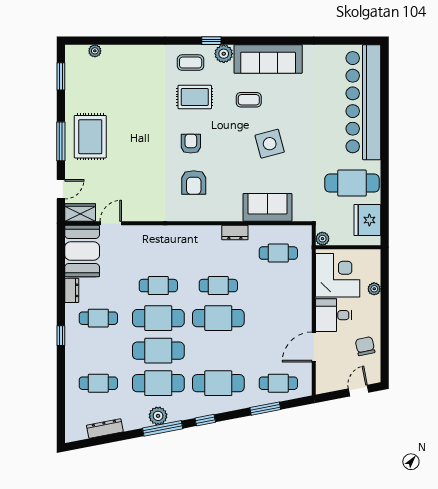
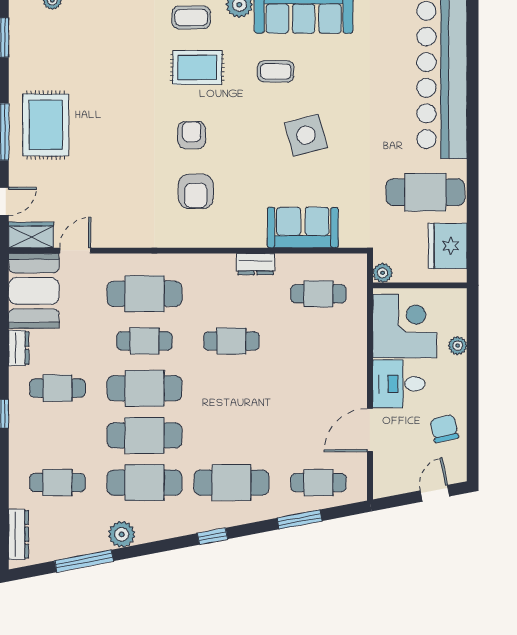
cafe table: (218, 318) -> (144, 294), moved
plant: (158, 416) -> (122, 534), moved
dresser: (105, 428) -> (19, 534), moved, turned 101
window: (163, 428) -> (84, 561), moved

